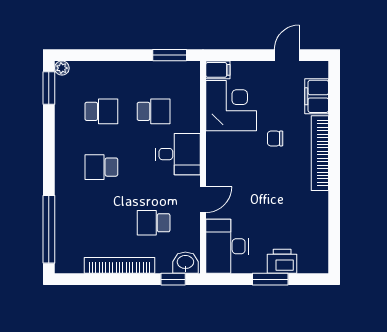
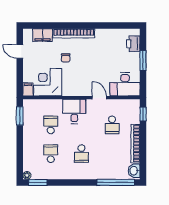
printer: (282, 261) -> (133, 44), moved
washbasin: (185, 263) -> (134, 171), moved

